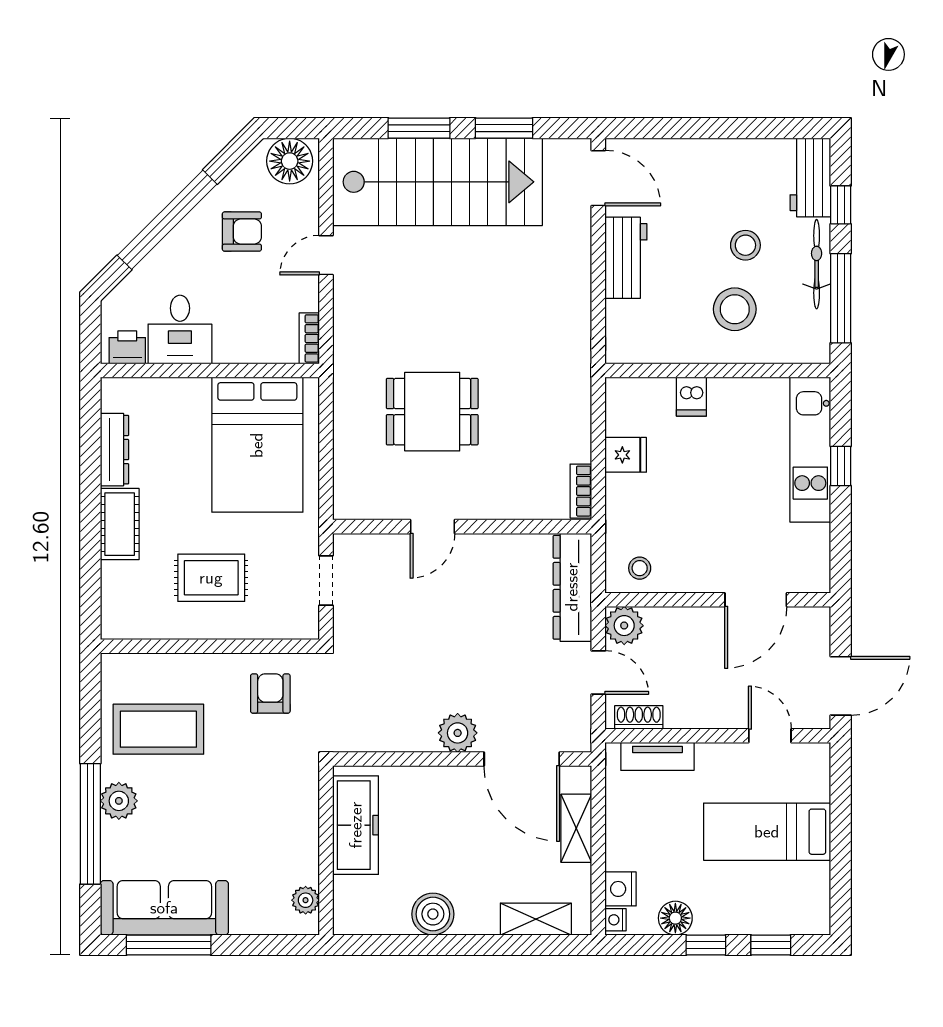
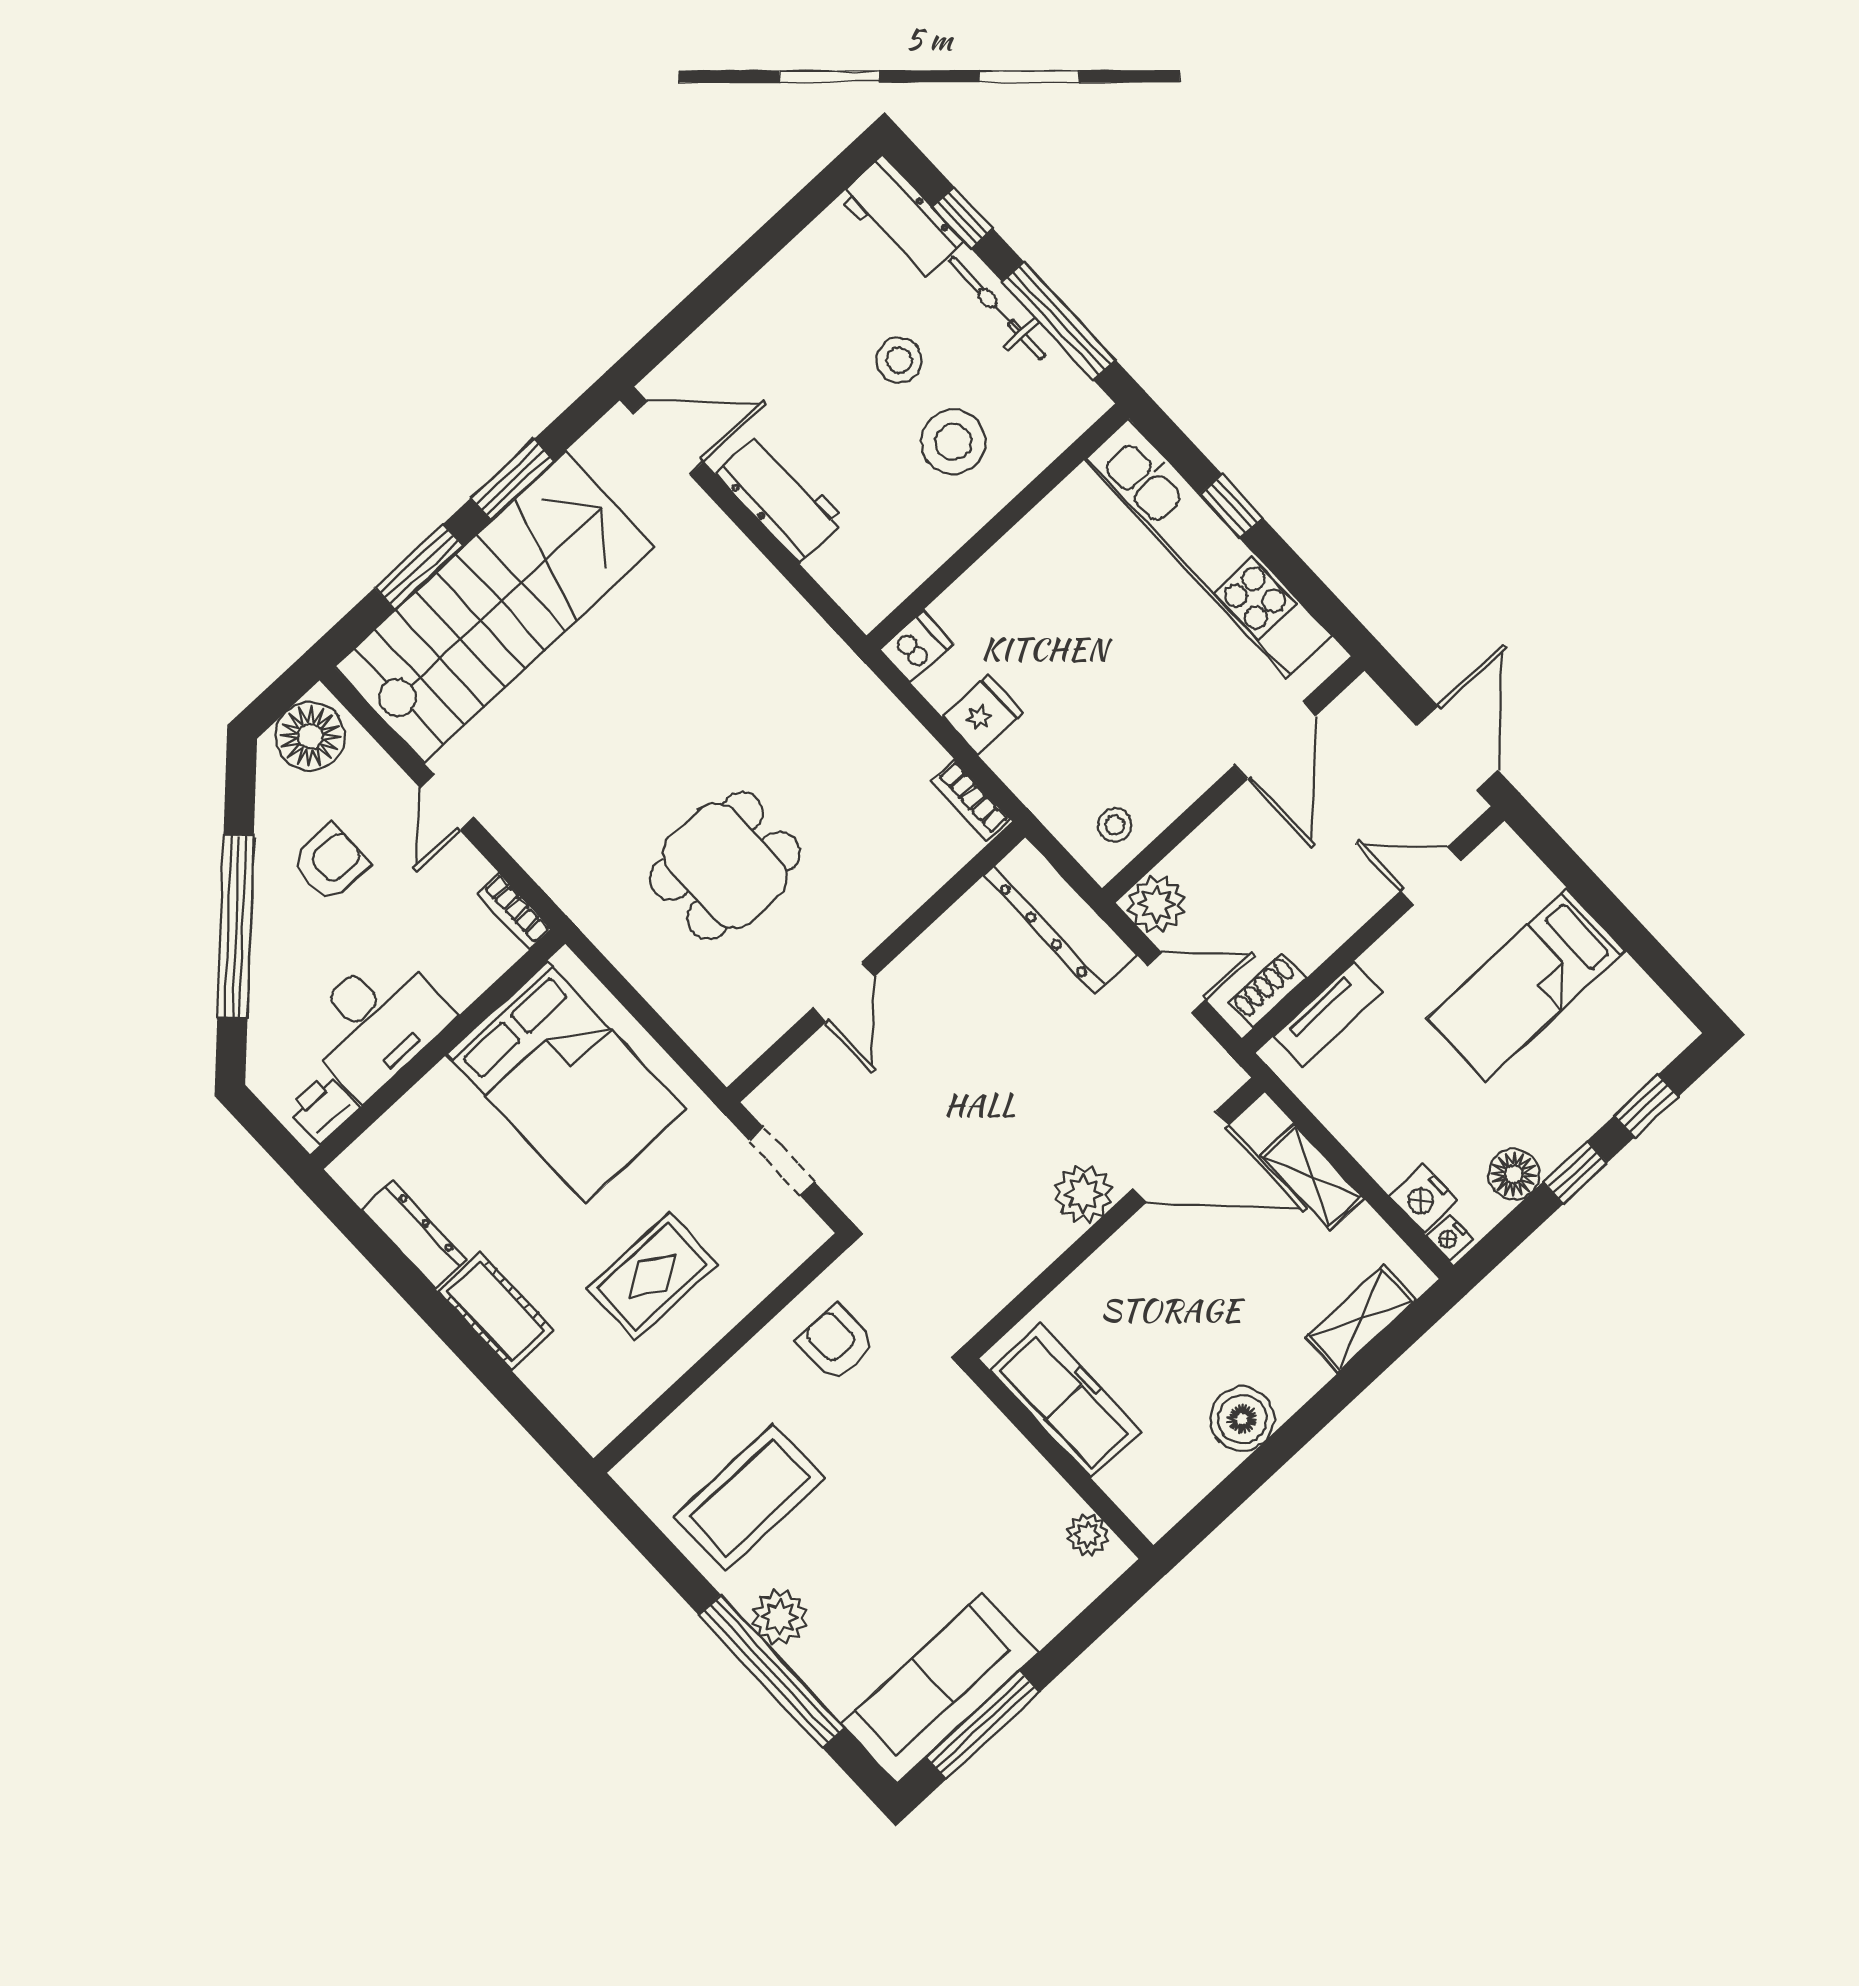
desk: (180, 330) -> (376, 1022), width x1.37
dishwasher: (691, 397) -> (917, 647), moved, turned -90
kitchen unit: (810, 450) -> (1208, 548), width x1.36

